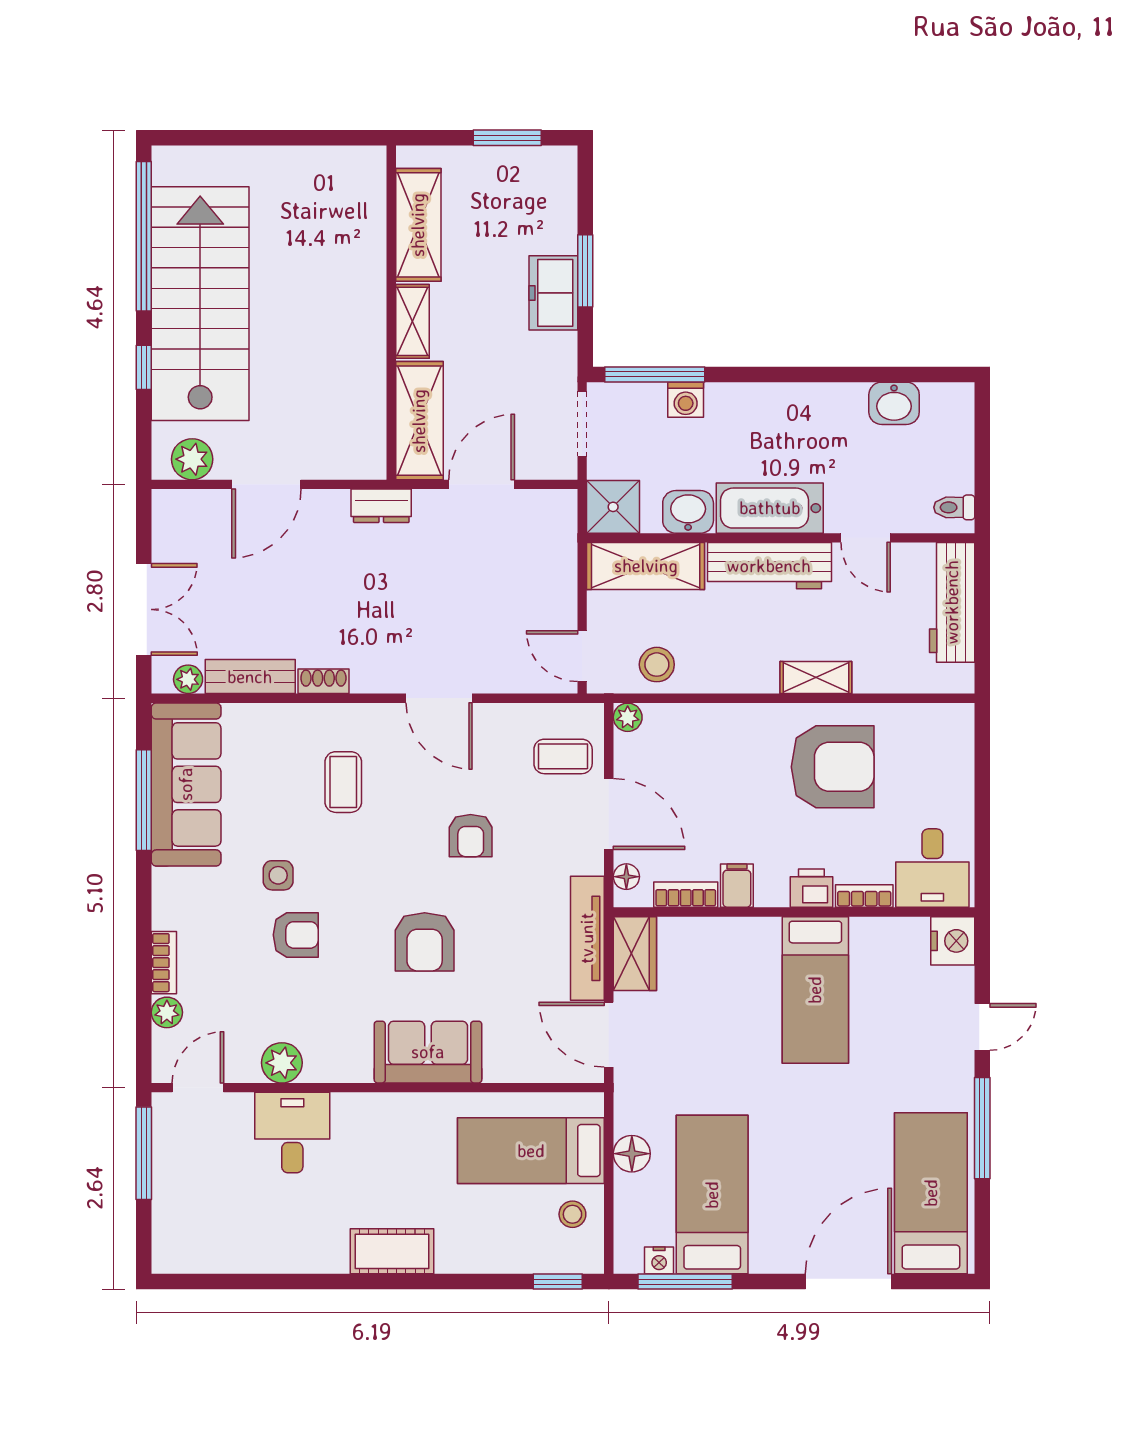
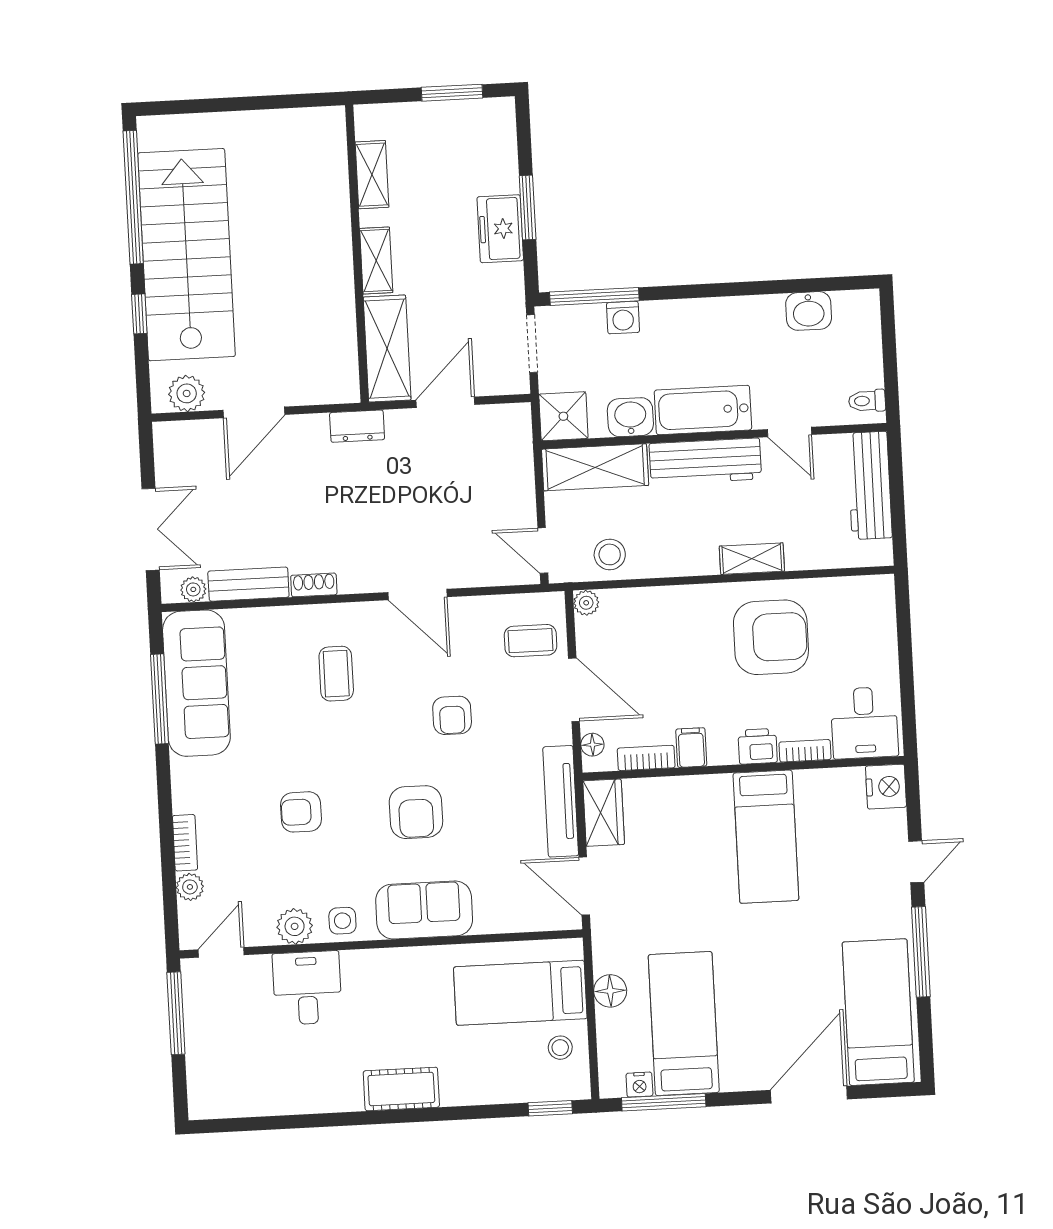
shelving: (418, 225) -> (372, 175), width x0.67, depth x0.75
side table: (278, 875) -> (342, 921), moved
armchair: (296, 935) -> (301, 812), turned 180

